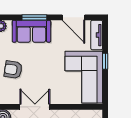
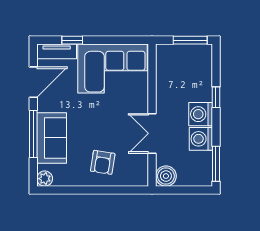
window: (34, 17) -> (33, 134), width x1.44
window: (105, 61) -> (72, 40), moved

